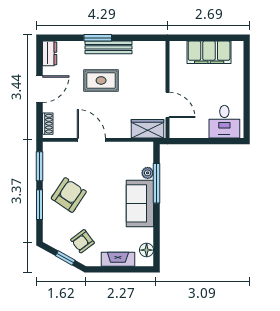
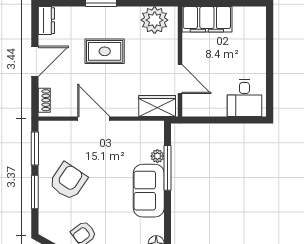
bench: (108, 47) -> (113, 14), removed
filing cabinet: (209, 52) -> (207, 19), moved
plant: (145, 53) -> (155, 20), added

